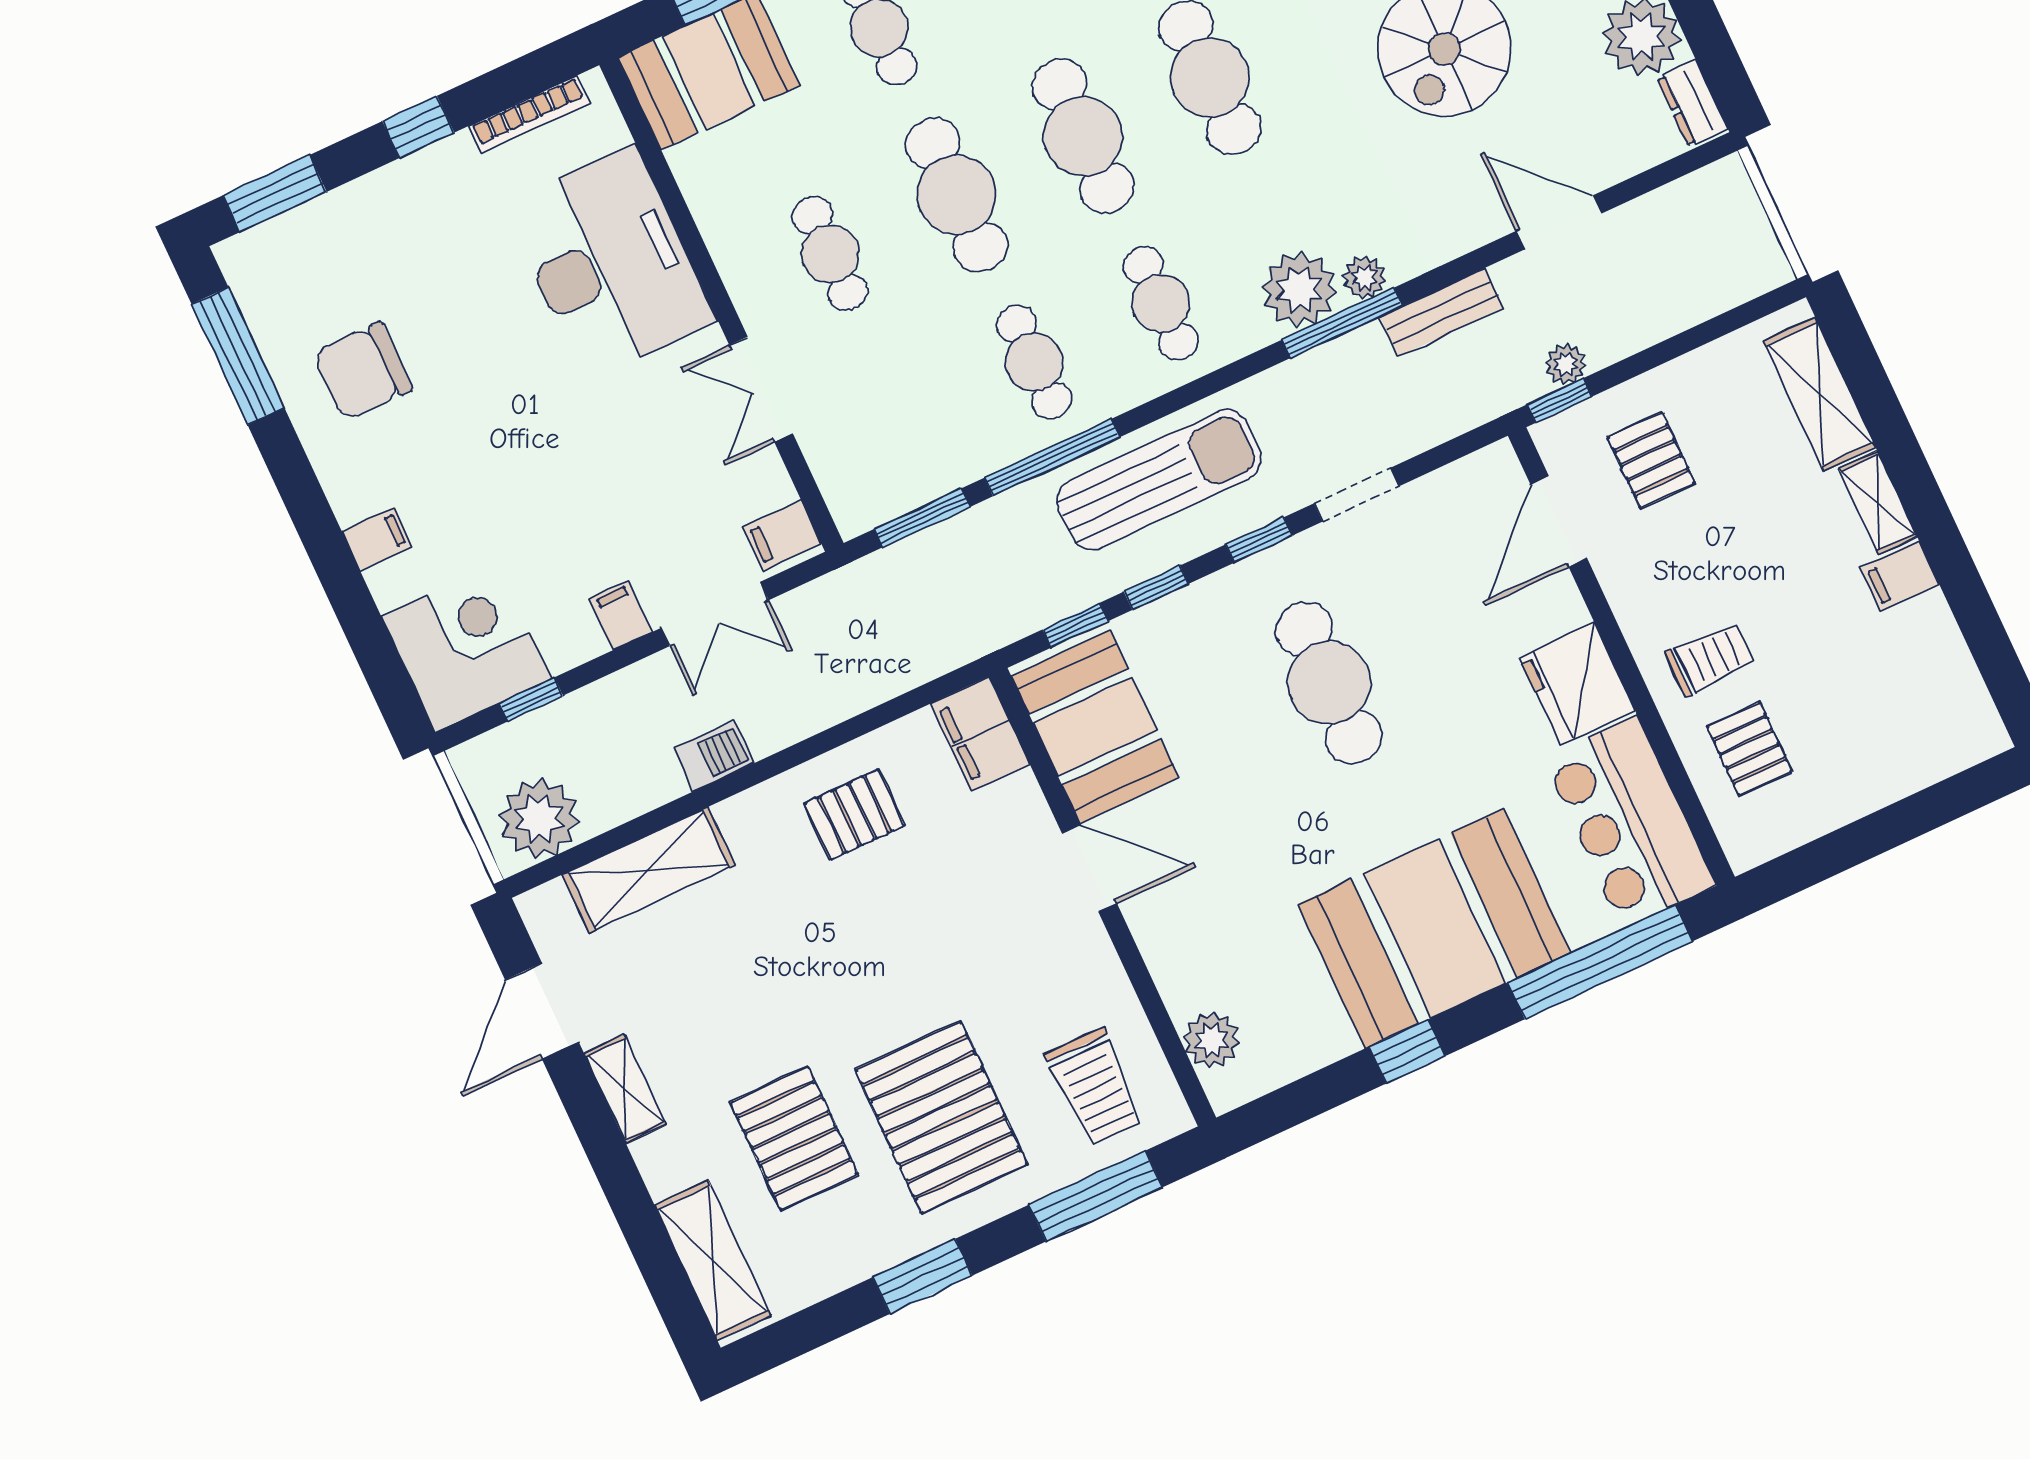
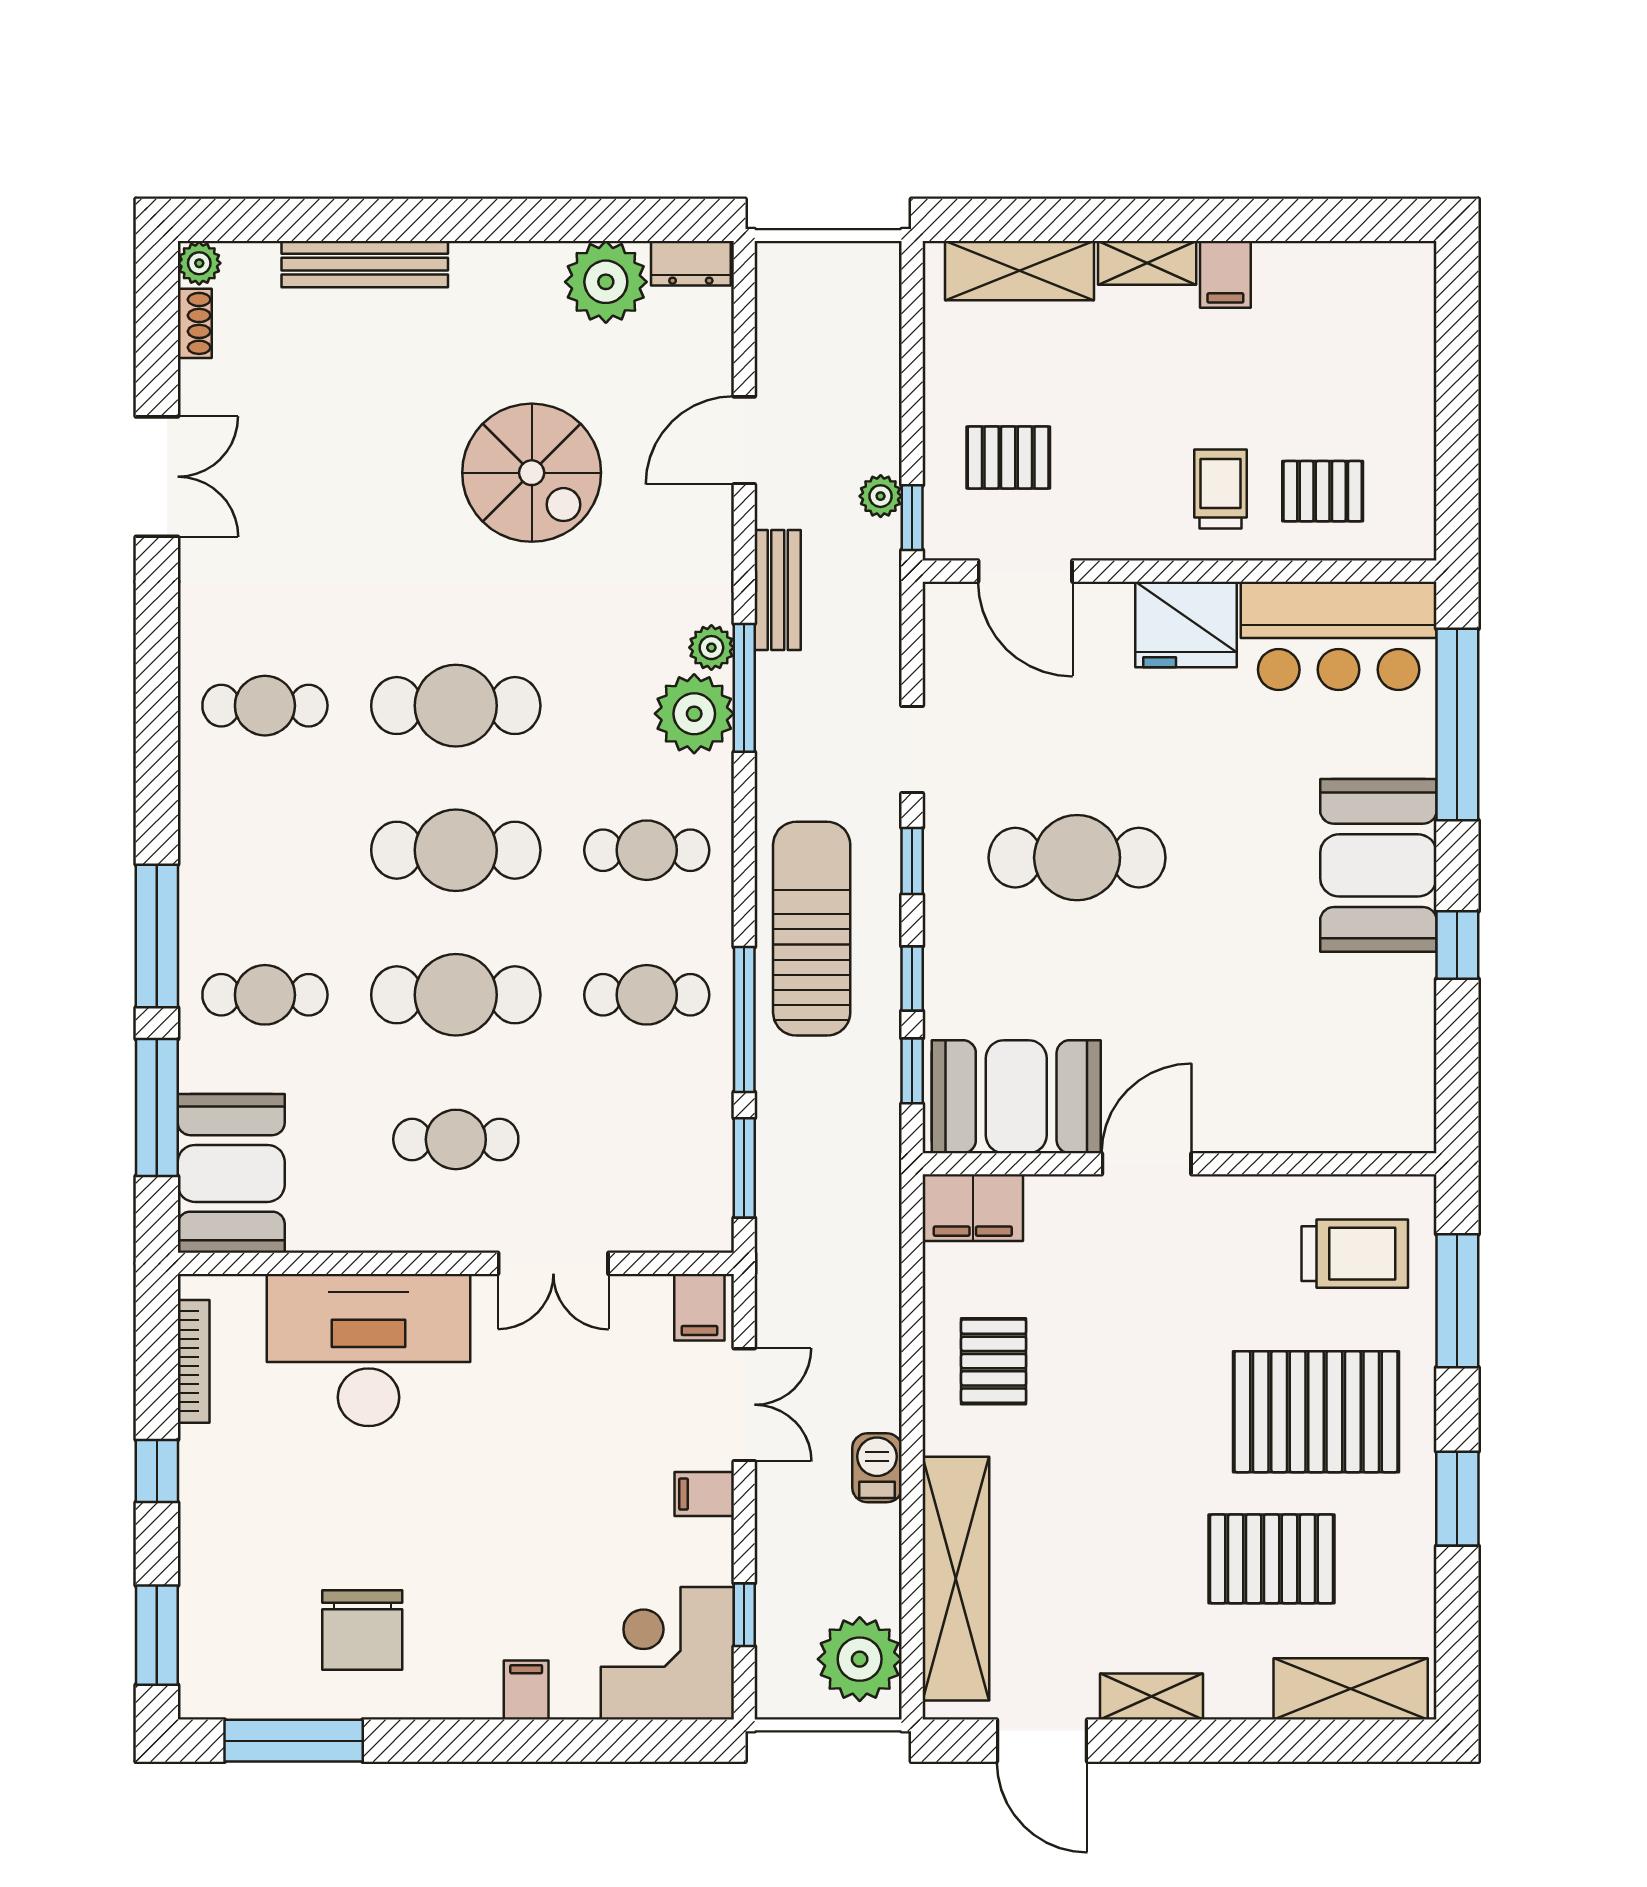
shelving: (649, 870) -> (956, 1579), width x1.47
booth: (1435, 928) -> (1378, 865), width x0.73, depth x0.70
plant: (1211, 1040) -> (1361, 1124), removed

